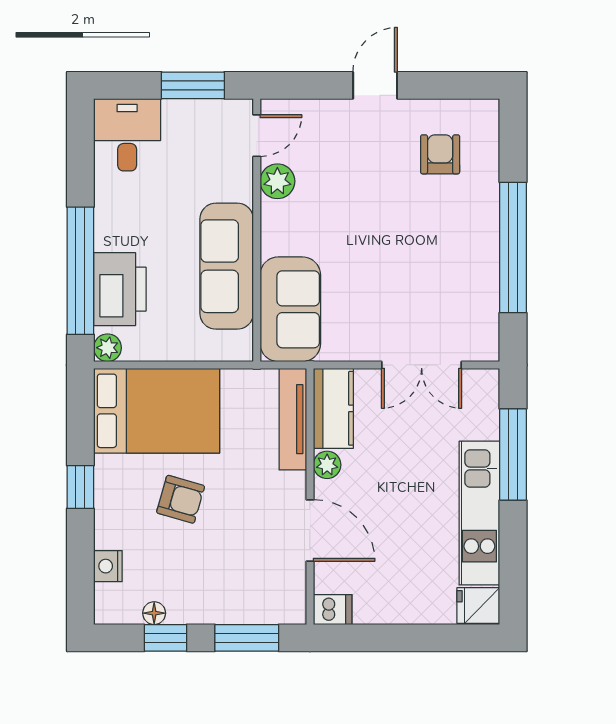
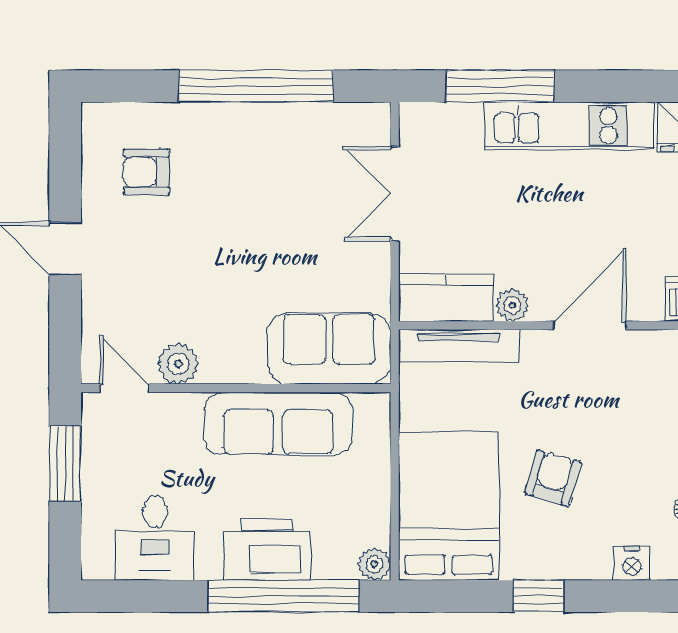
desk: (127, 135) -> (155, 538), moved, turned -90
printer: (120, 289) -> (267, 549), moved
double door: (422, 365) -> (395, 194), swing flipped

